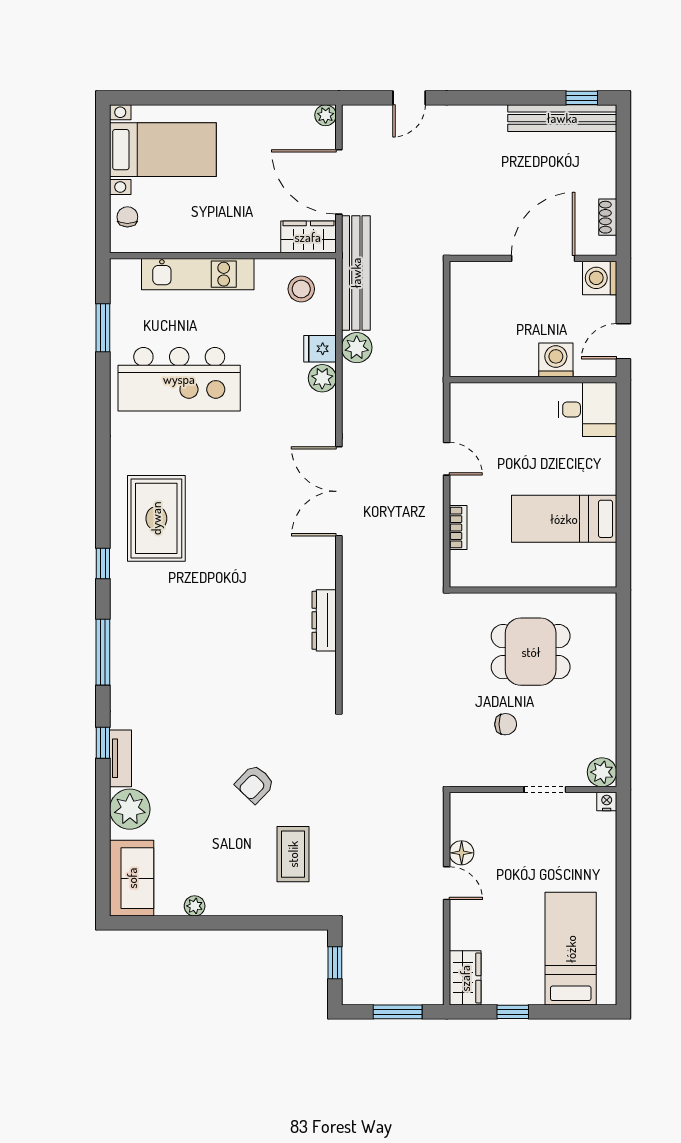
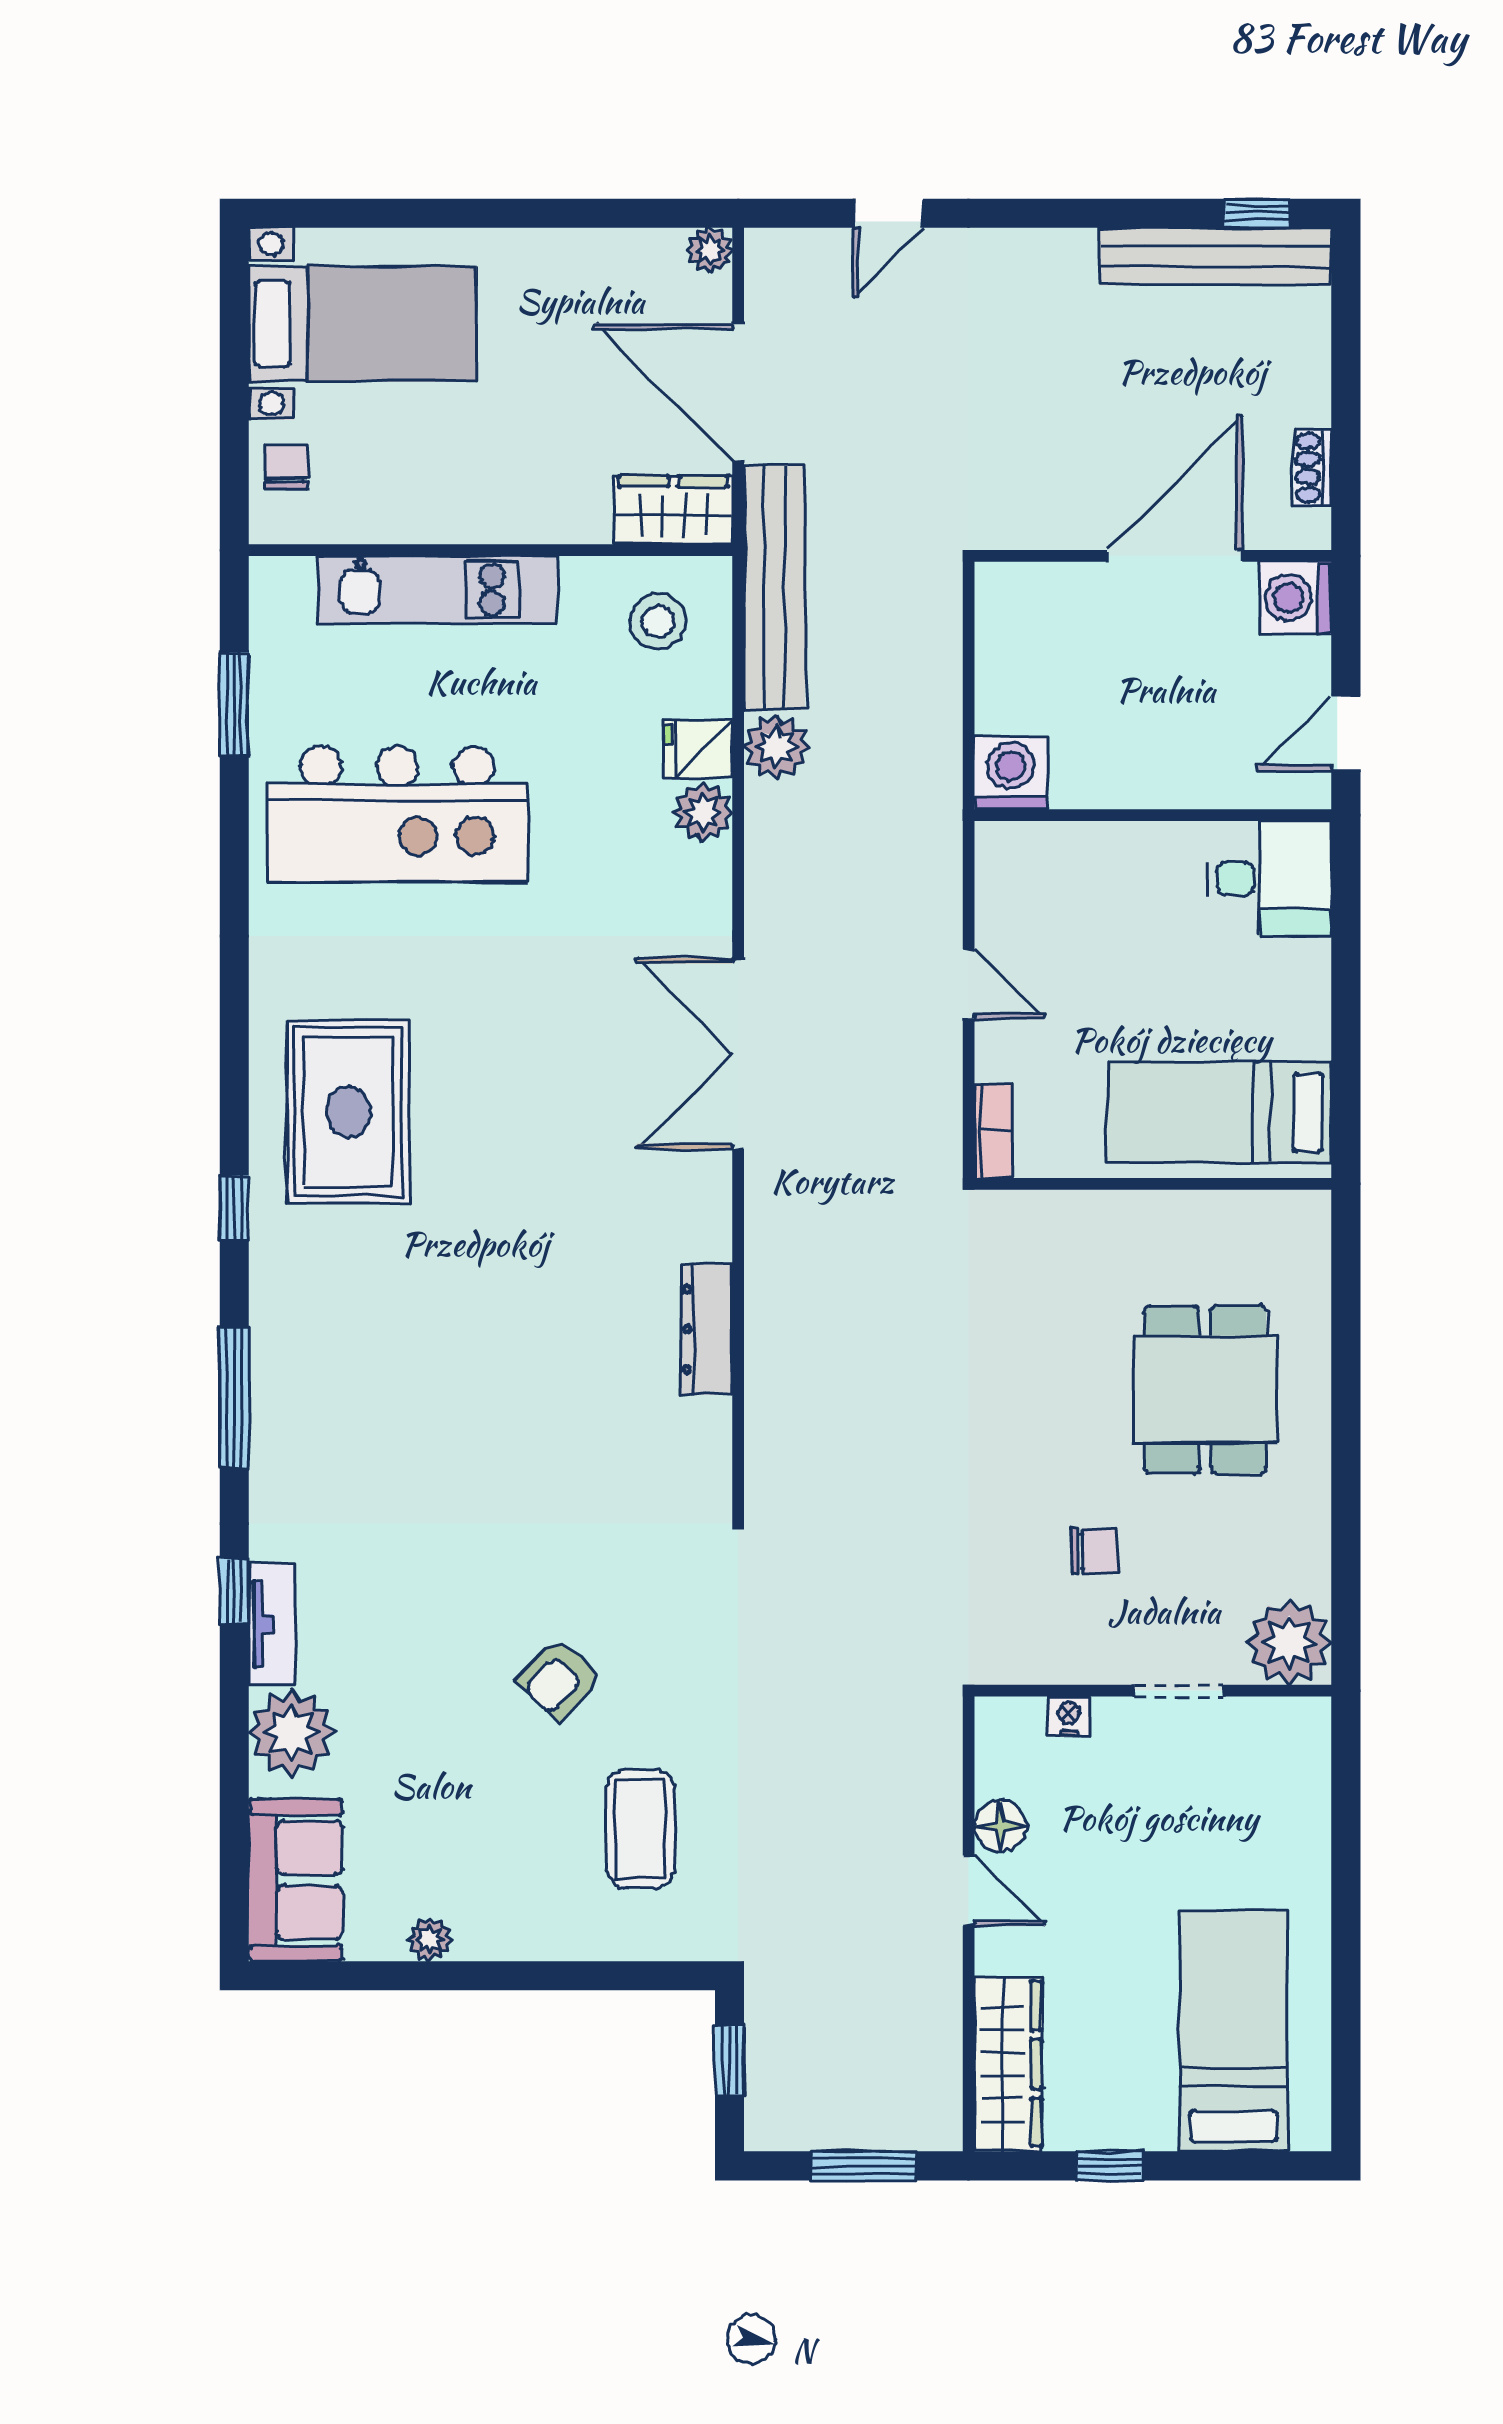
washing machine: (556, 360) -> (1011, 773), moved
wall: (533, 590) -> (1153, 1184), moved
dining table: (531, 652) -> (1205, 1390), moved, turned 90
plant: (602, 772) -> (1289, 1642), width x1.36, depth x1.36
nightstand: (607, 801) -> (1069, 1716), moved
wardrobe: (465, 978) -> (1008, 2064), width x1.50

